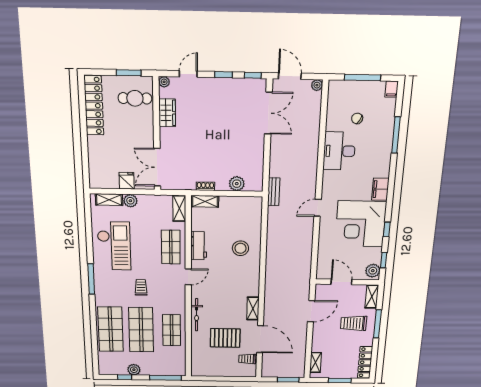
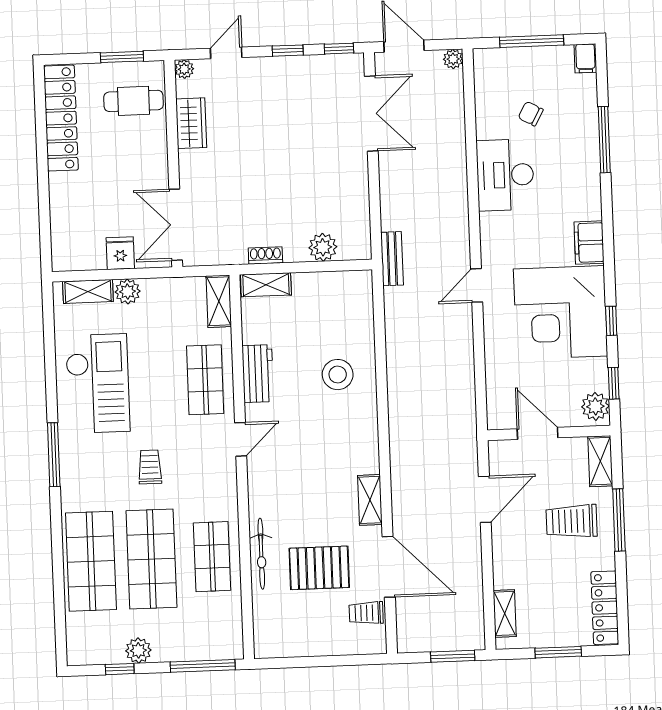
bicycle: (197, 315) -> (261, 554), moved

